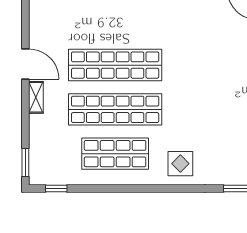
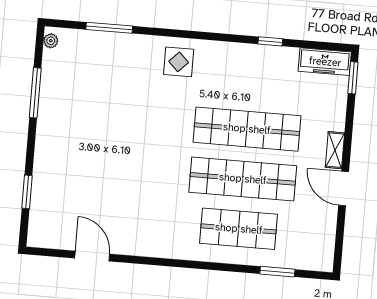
shop shelf: (115, 154) -> (239, 229), moved
freezer: (51, 175) -> (325, 62), added
window: (56, 189) -> (270, 41), moved

